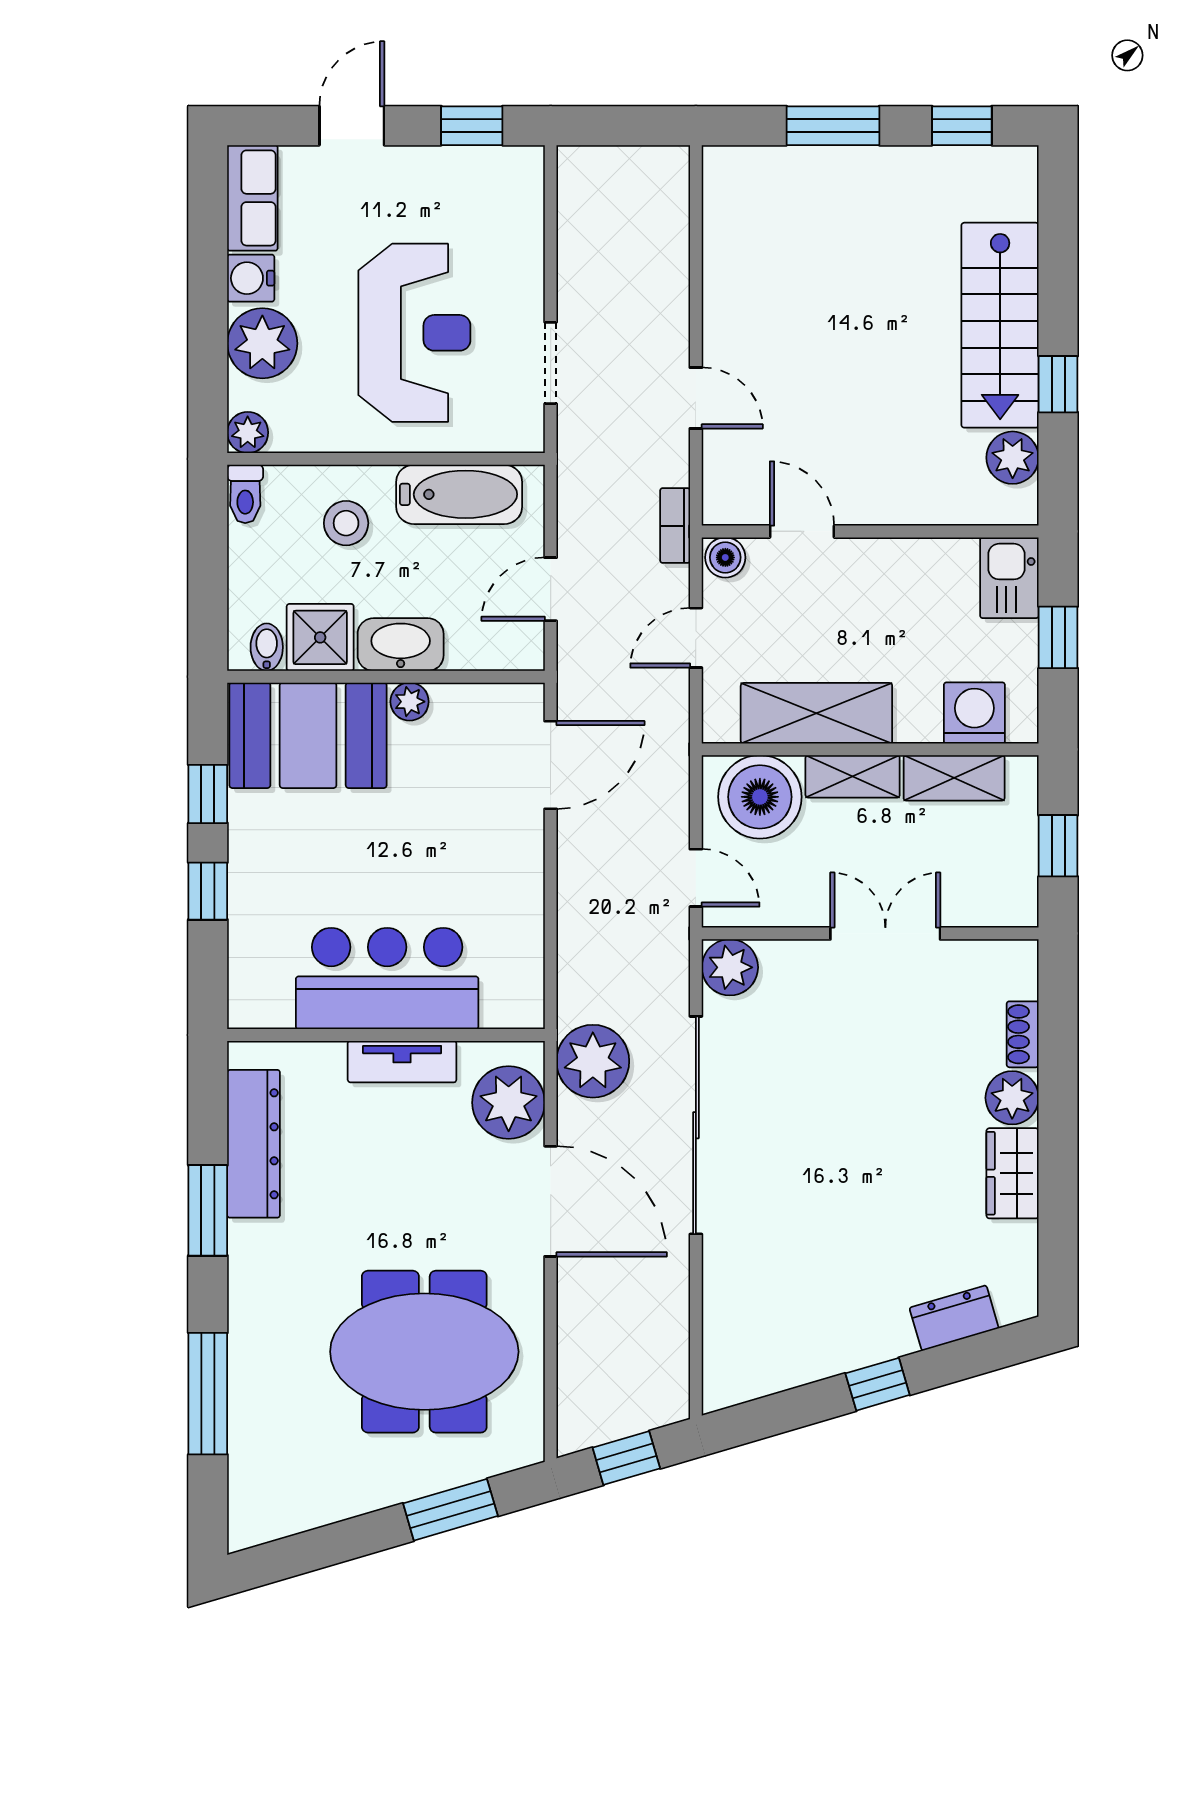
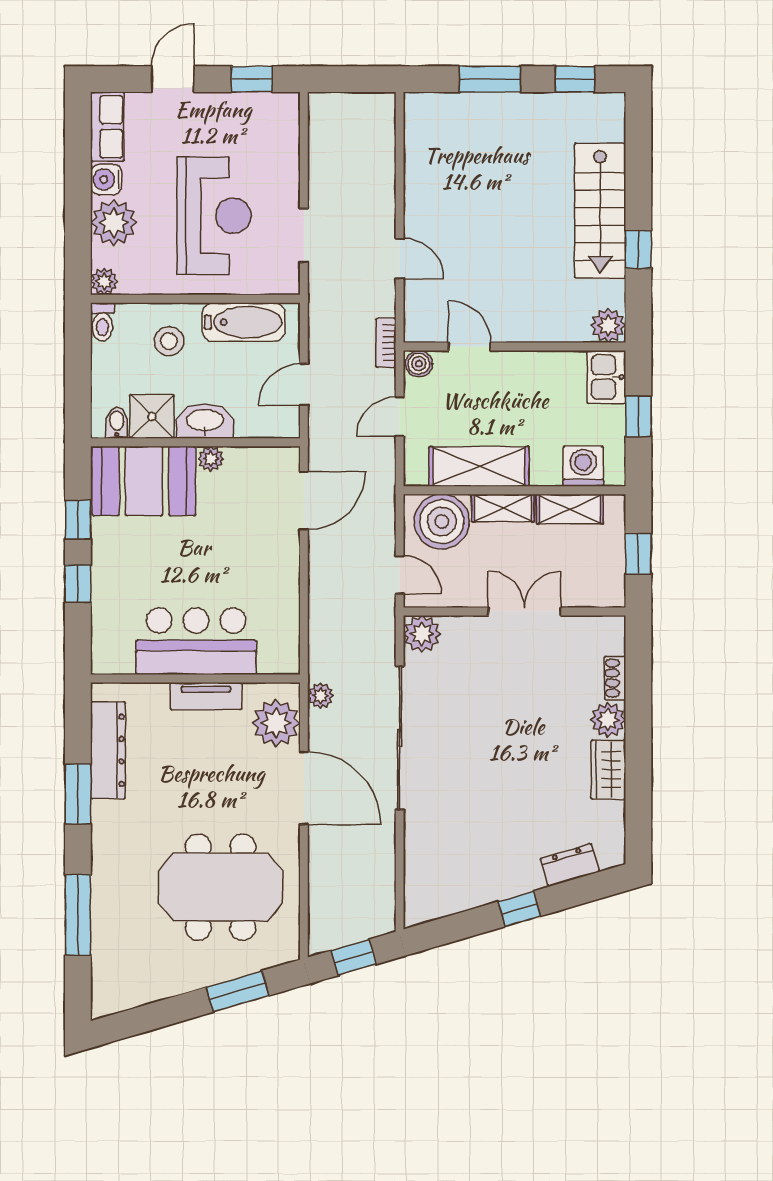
plant: (1013, 458) -> (608, 325), moved
plant: (593, 1061) -> (320, 696), width x0.53, depth x0.53

